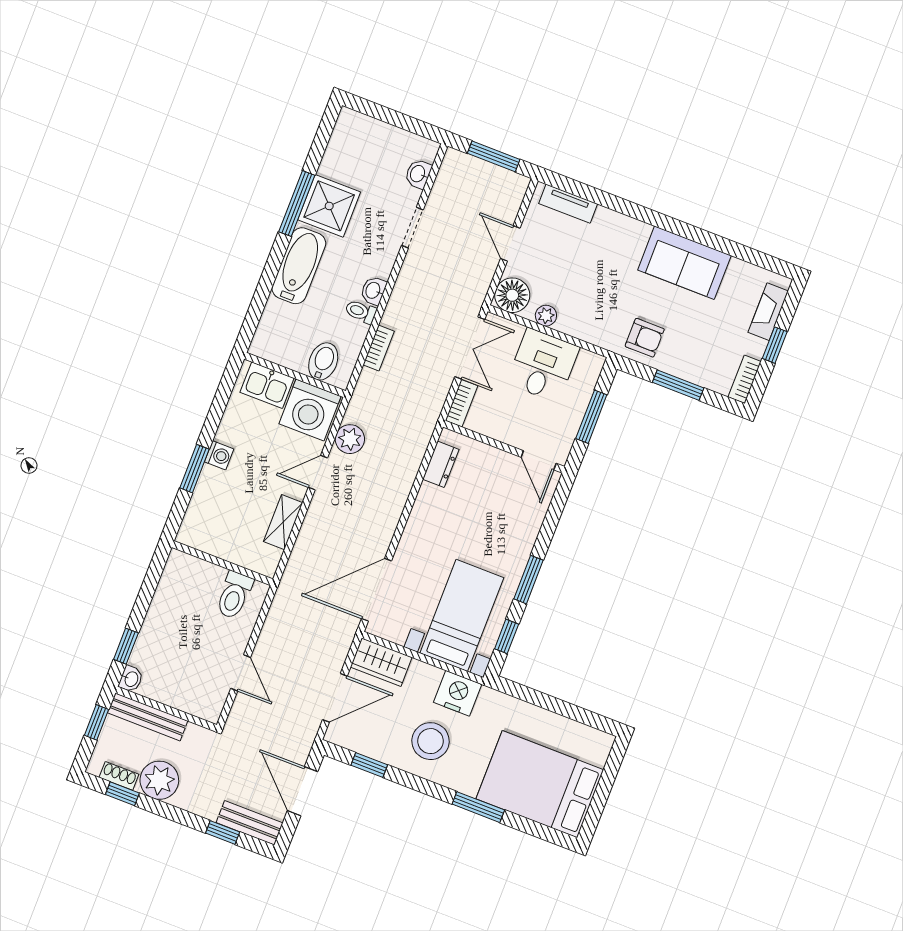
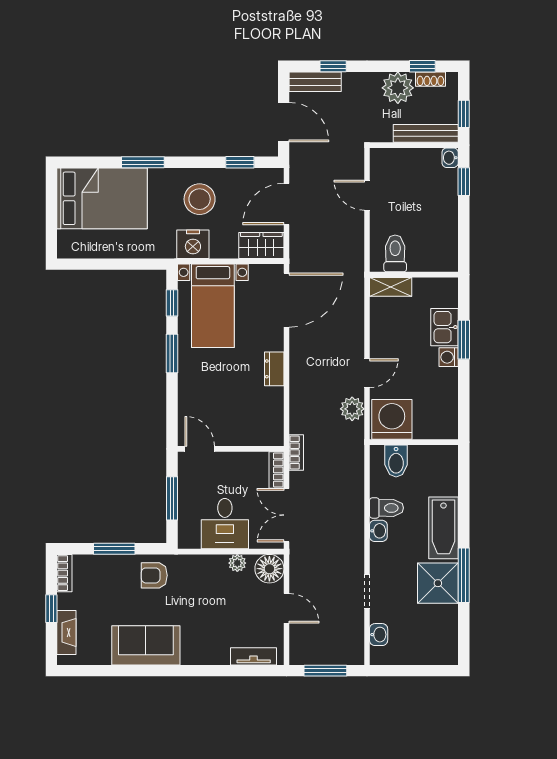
toilet: (361, 312) -> (387, 508), width x1.37, depth x1.39
bookcase: (379, 348) -> (296, 452), moved, turned 180
kitchen sink: (267, 385) -> (444, 327), moved, turned -90
dresser: (441, 464) -> (274, 369), moved
shelving: (283, 522) -> (391, 287), moved, turned 90

